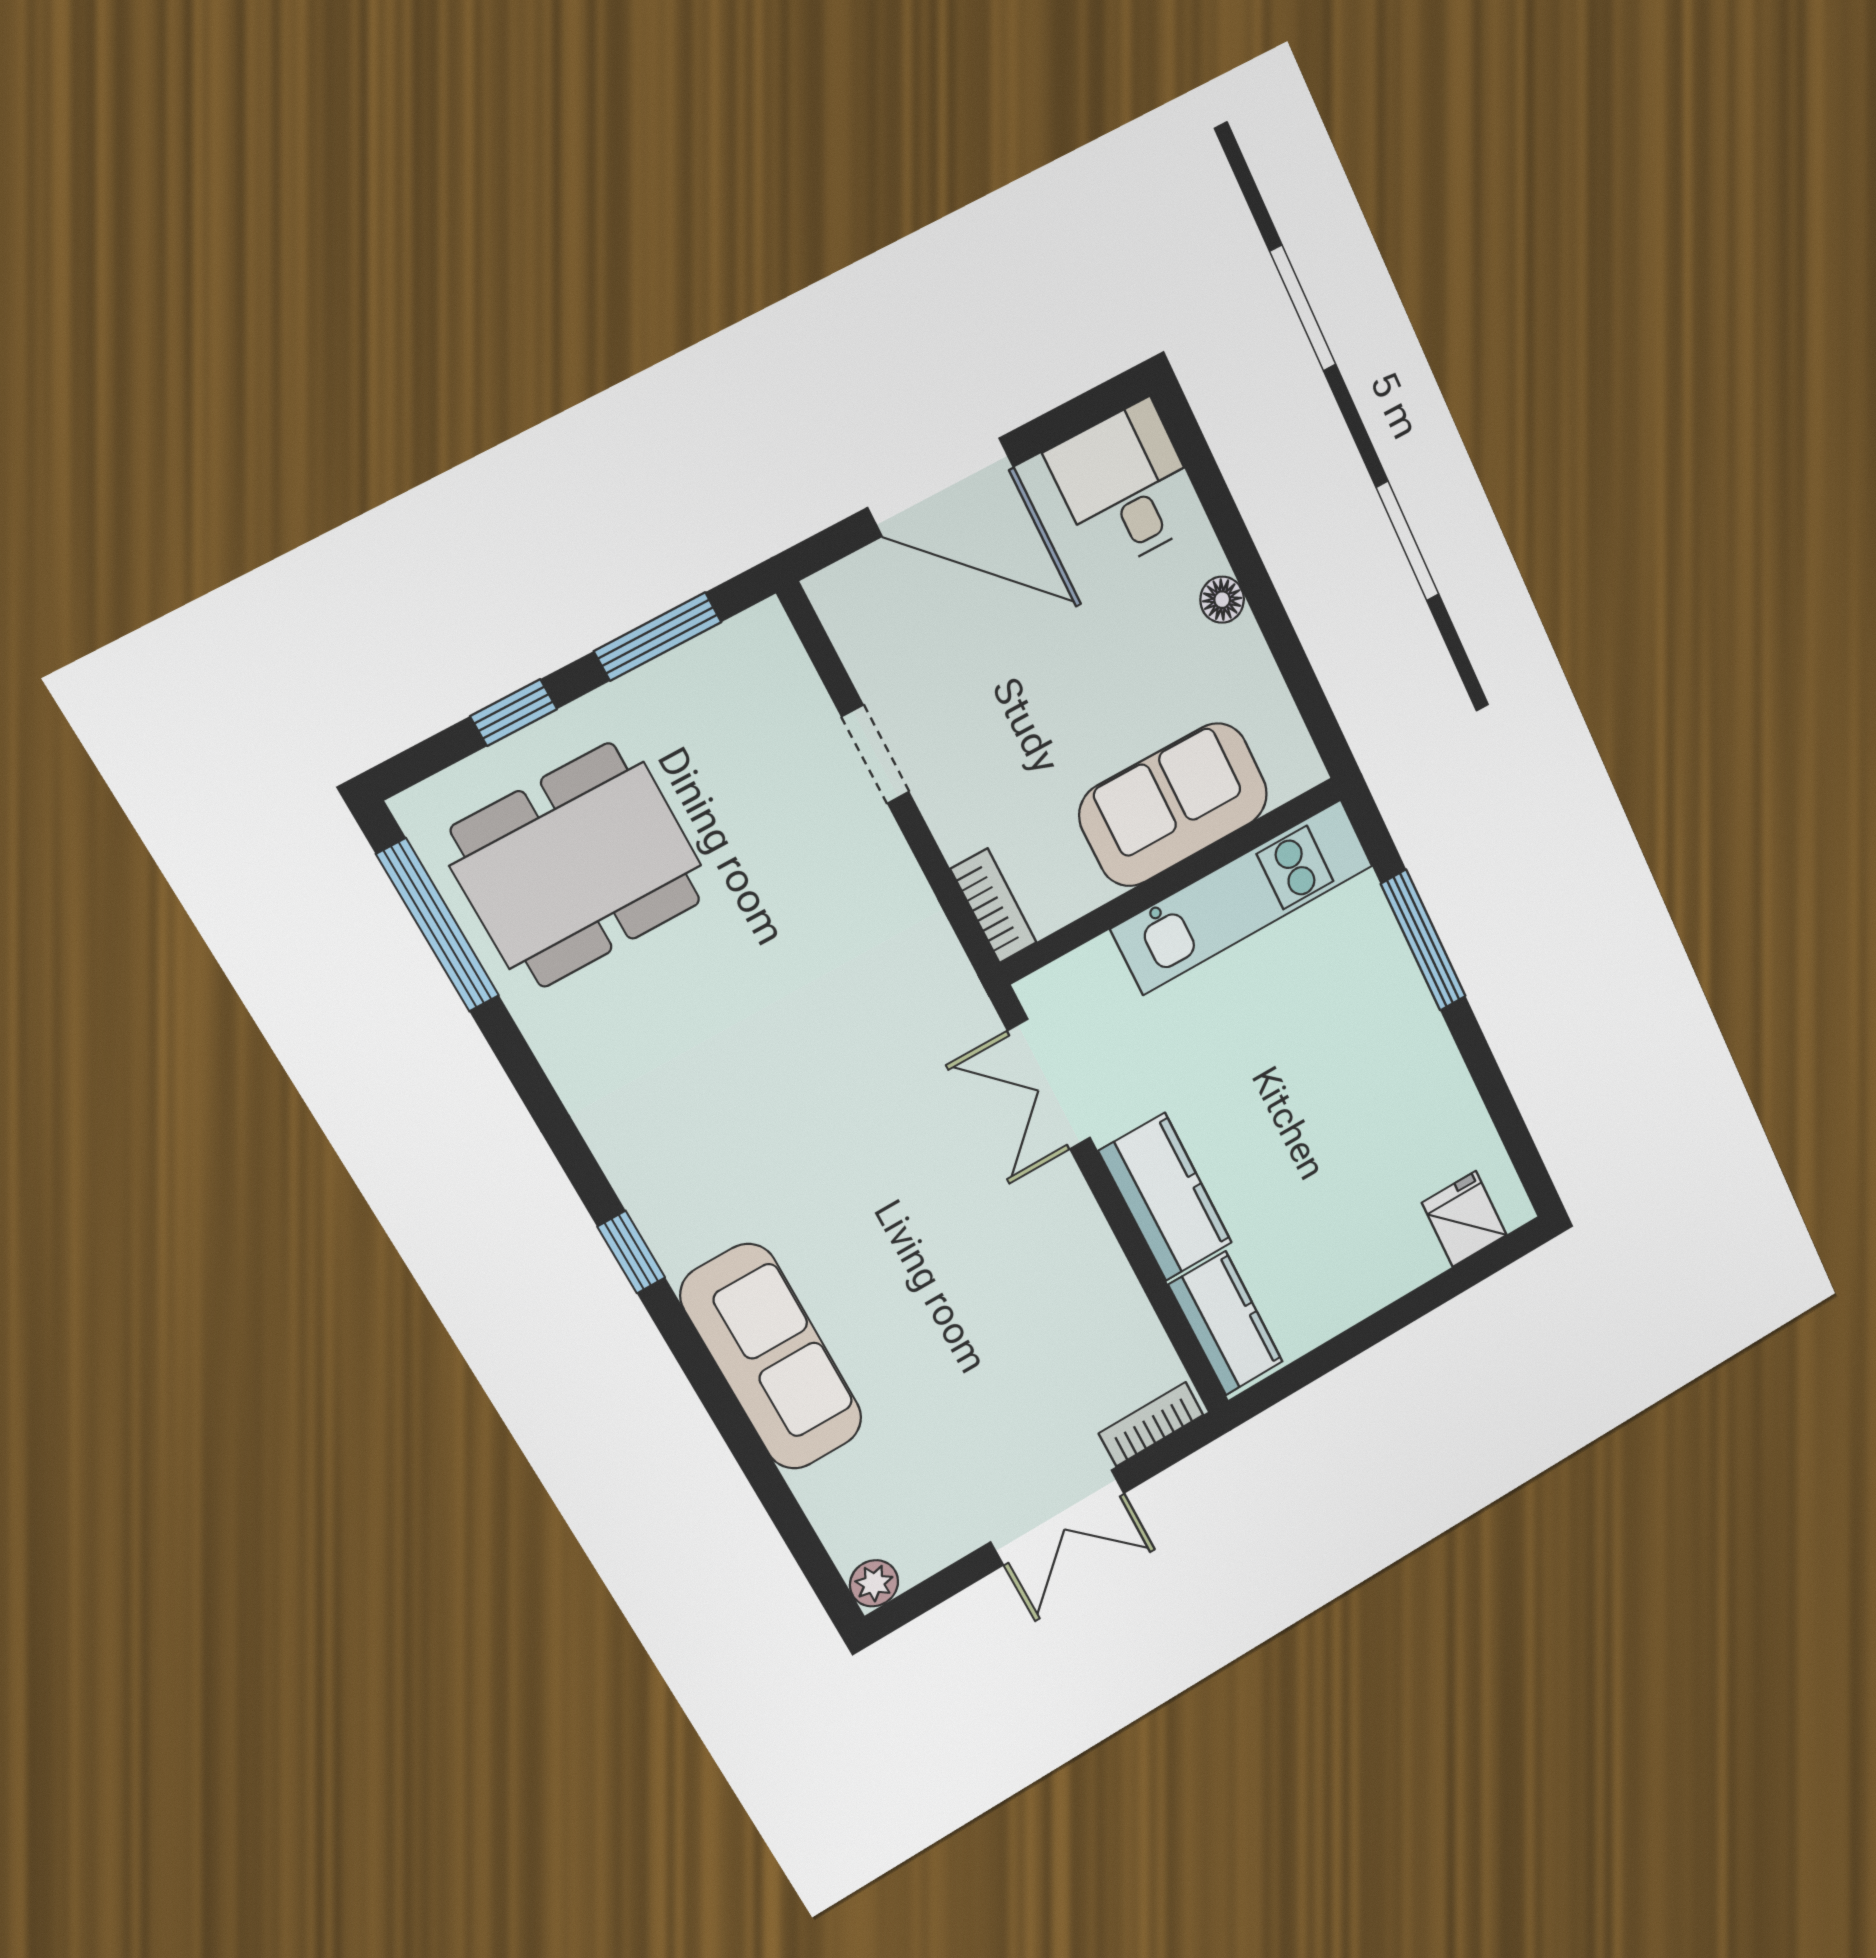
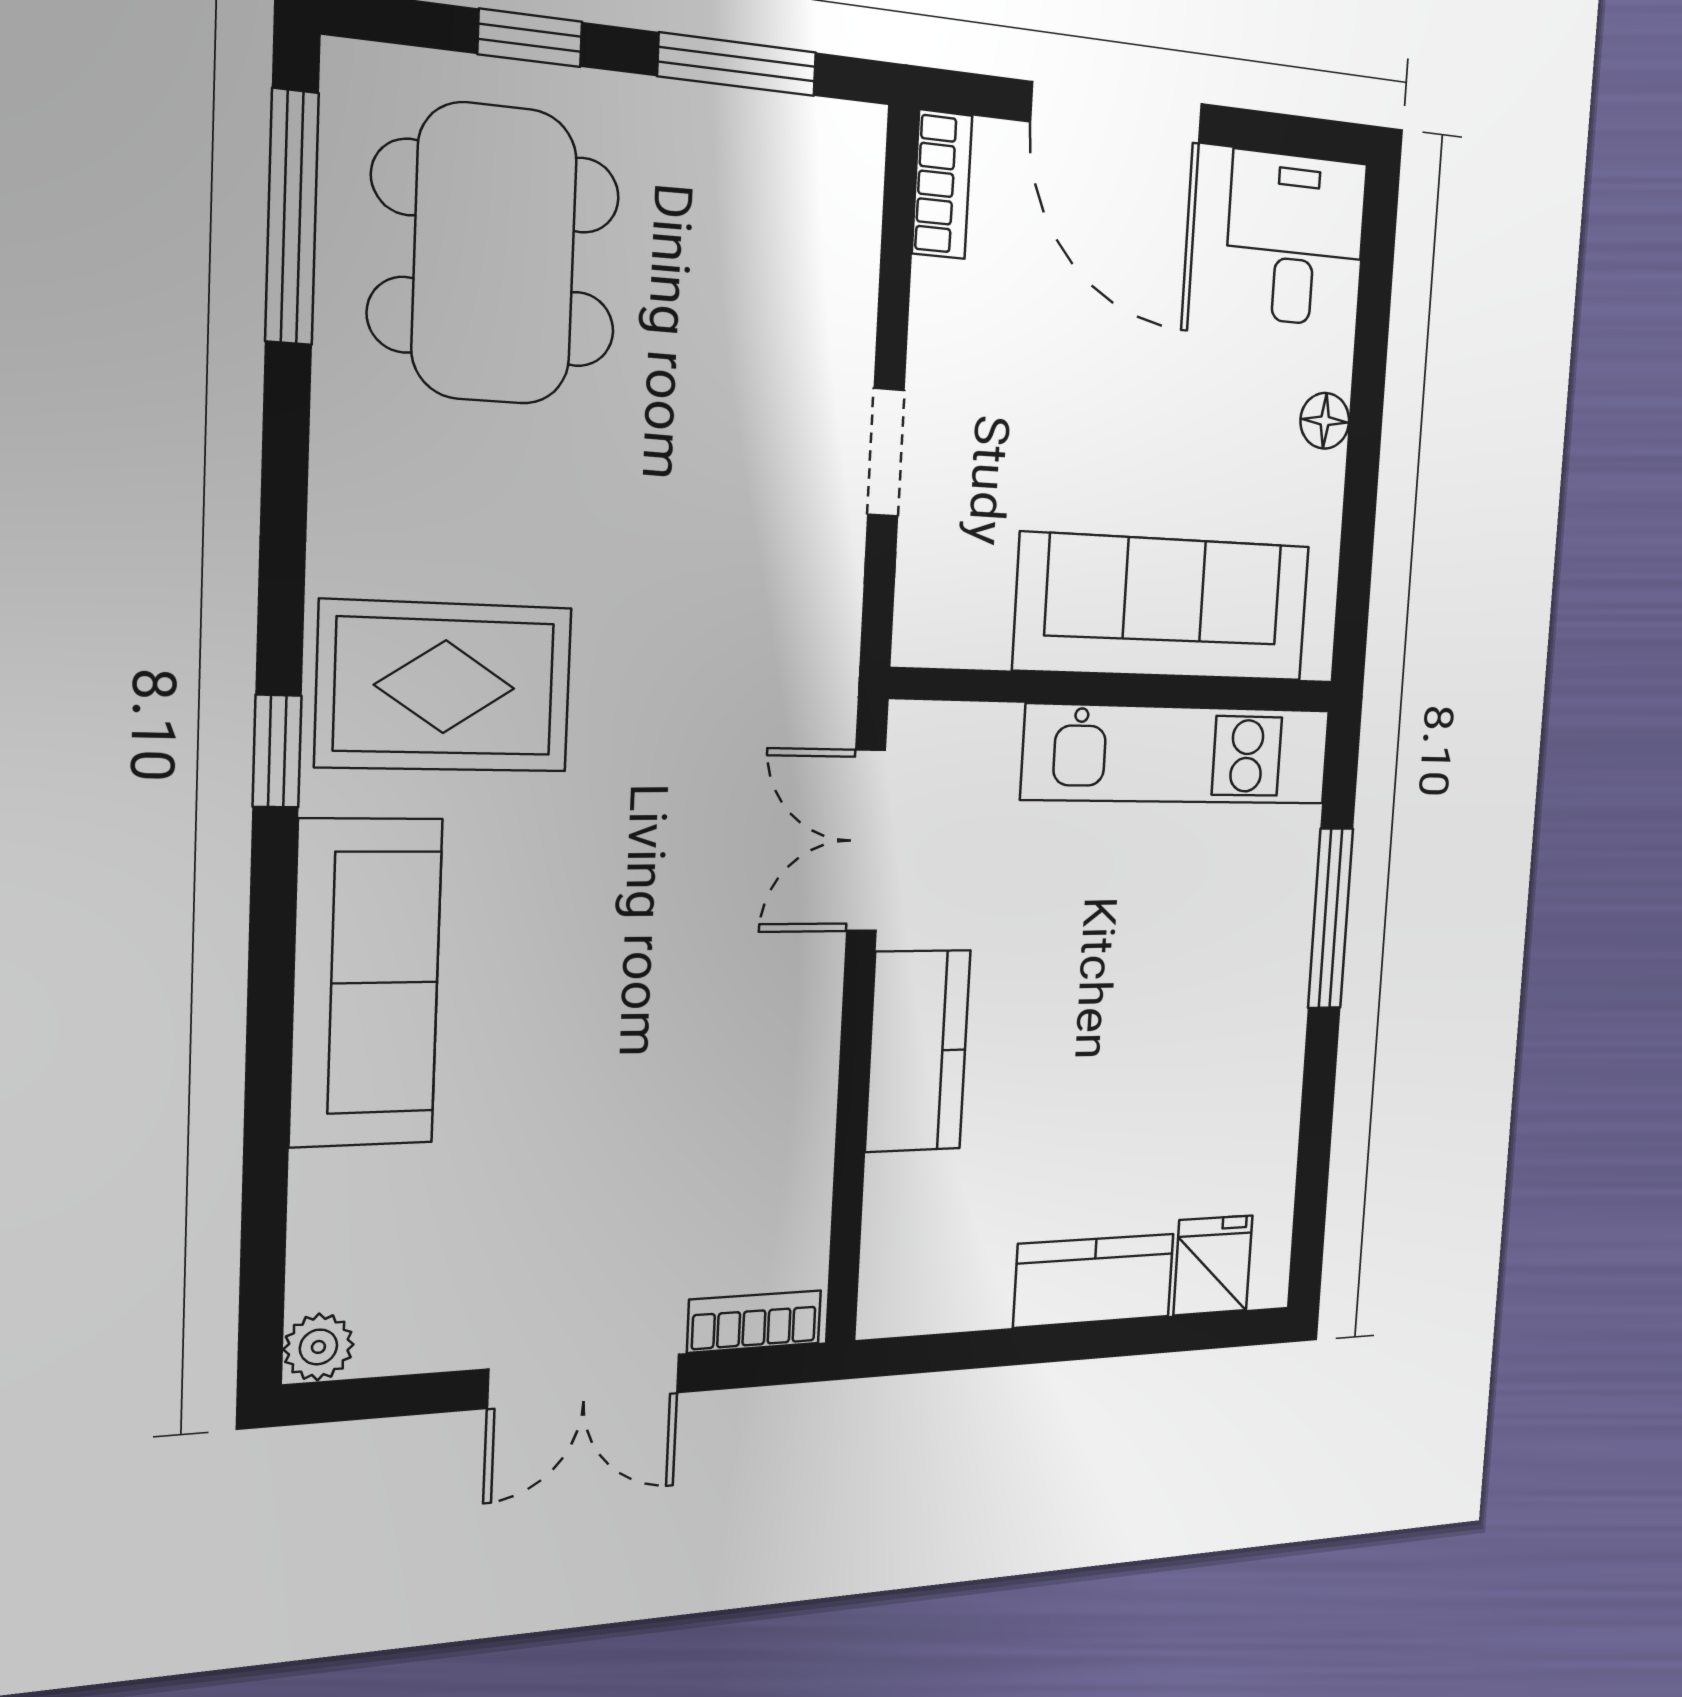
doorway: (875, 754) -> (886, 452), moved
sofa: (1174, 805) -> (1163, 607), width x1.36
dining table: (576, 865) -> (494, 254), turned 90
bookcase: (994, 906) -> (942, 184), moved
rug: (711, 1152) -> (444, 687), added
kitchen counter: (1226, 1323) -> (1094, 1280), moved, turned -90

